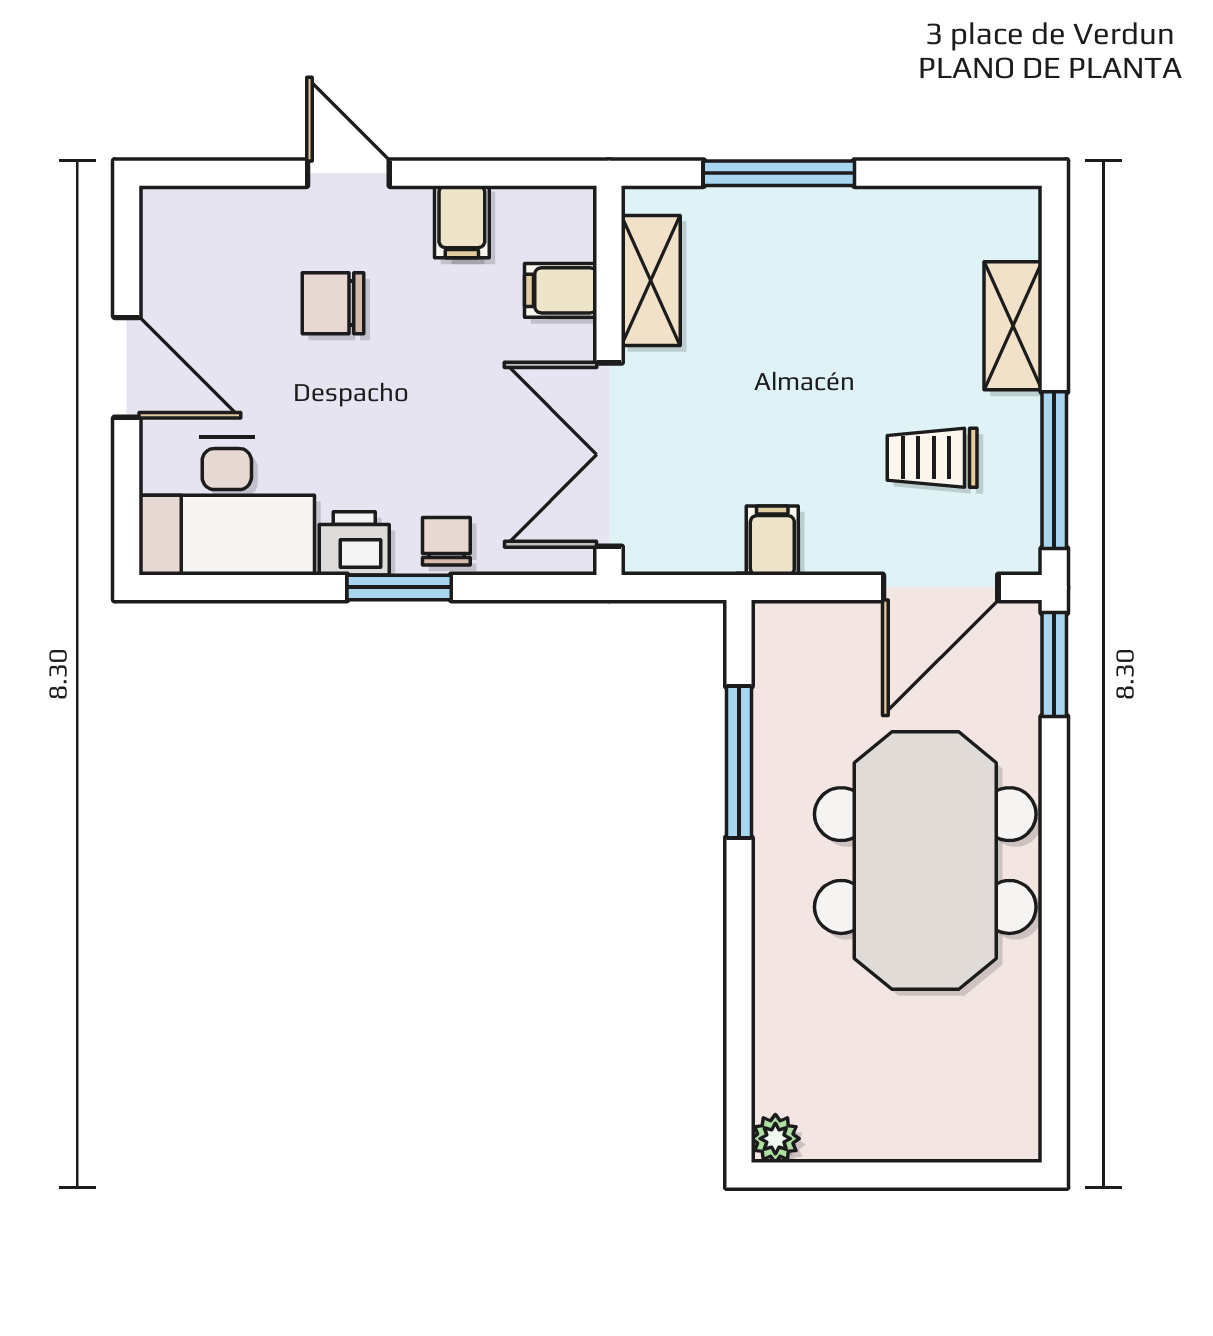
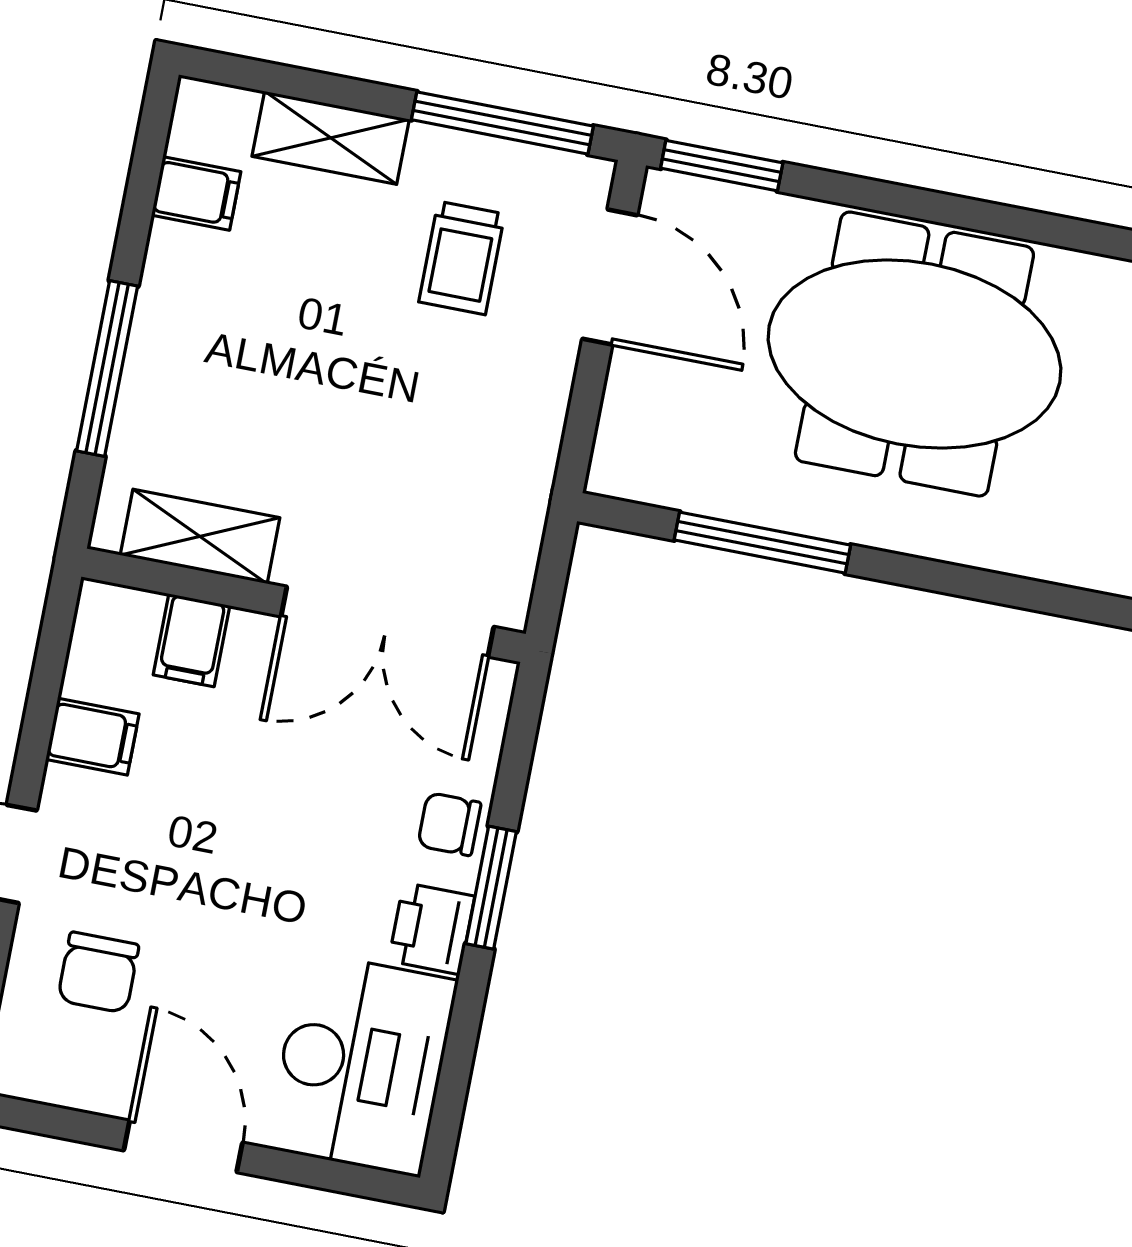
chair: (333, 303) -> (98, 972), moved
door: (127, 367) -> (183, 1146), hinge flipped
filing cabinet: (772, 540) -> (196, 193), moved, turned 180

